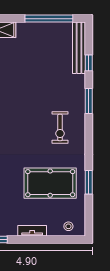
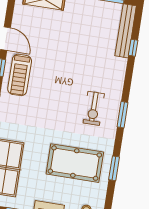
window: (89, 101) -> (123, 115), moved

